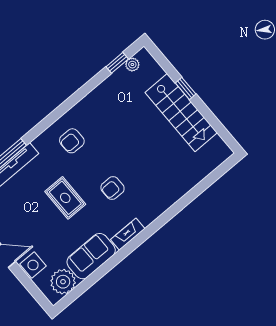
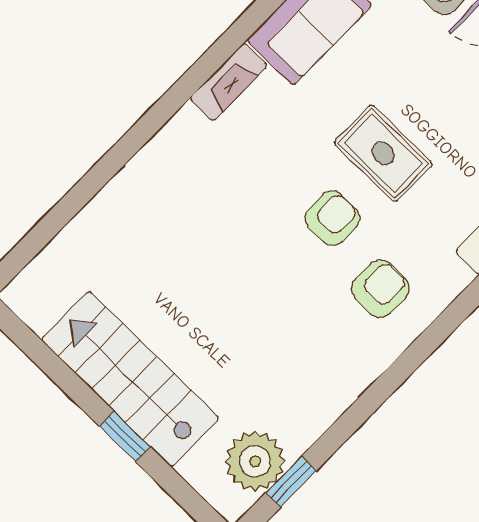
plant: (132, 65) -> (255, 461), width x1.87, depth x1.87
armchair: (112, 188) -> (332, 218), moved

